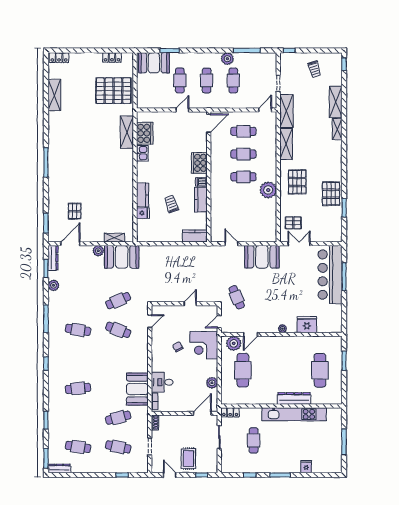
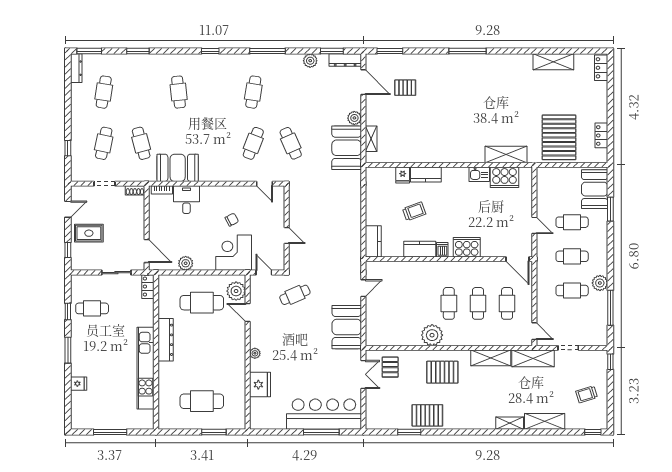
dresser: (294, 398) -> (166, 340), moved
cafe table: (254, 440) -> (92, 308), moved

